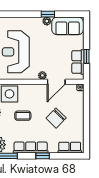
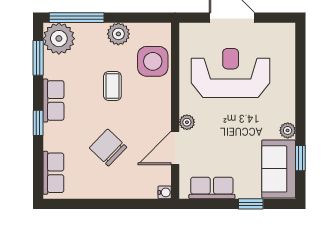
window: (48, 14) -> (300, 158), moved
window: (87, 56) -> (251, 204), moved
door: (56, 82) -> (175, 148), hinge flipped
row of seats: (31, 148) -> (53, 100), width x0.68

